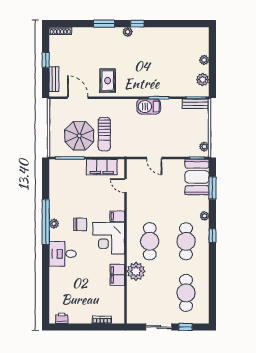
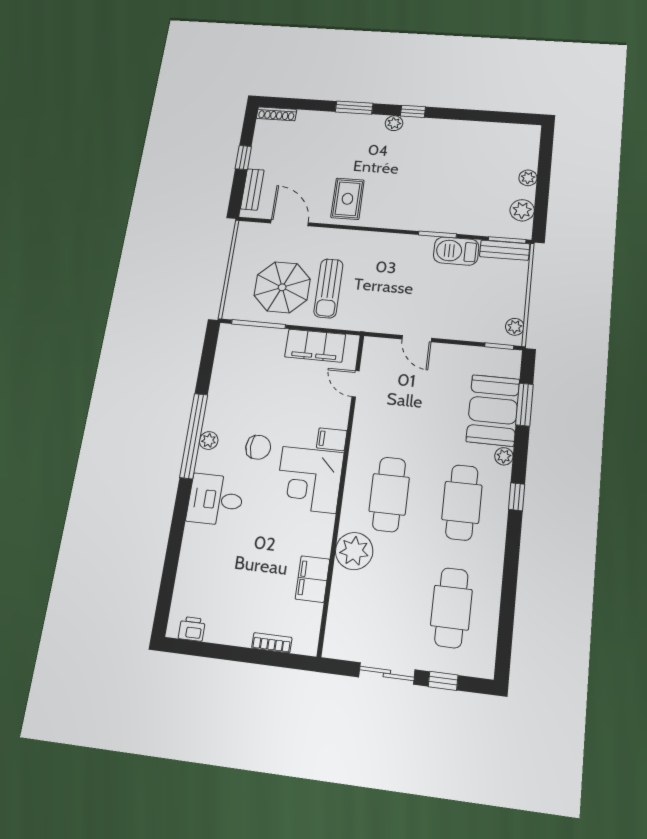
barbecue: (149, 107) -> (456, 251), moved
booth: (197, 177) -> (493, 410), moved
filing cabinet: (117, 275) -> (312, 579), moved

